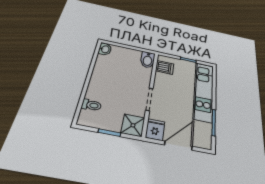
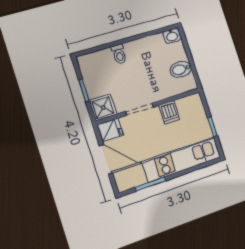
bidet: (148, 60) -> (181, 69), moved
dishwasher: (165, 67) -> (169, 112), moved
toilet: (91, 105) -> (119, 54), moved

